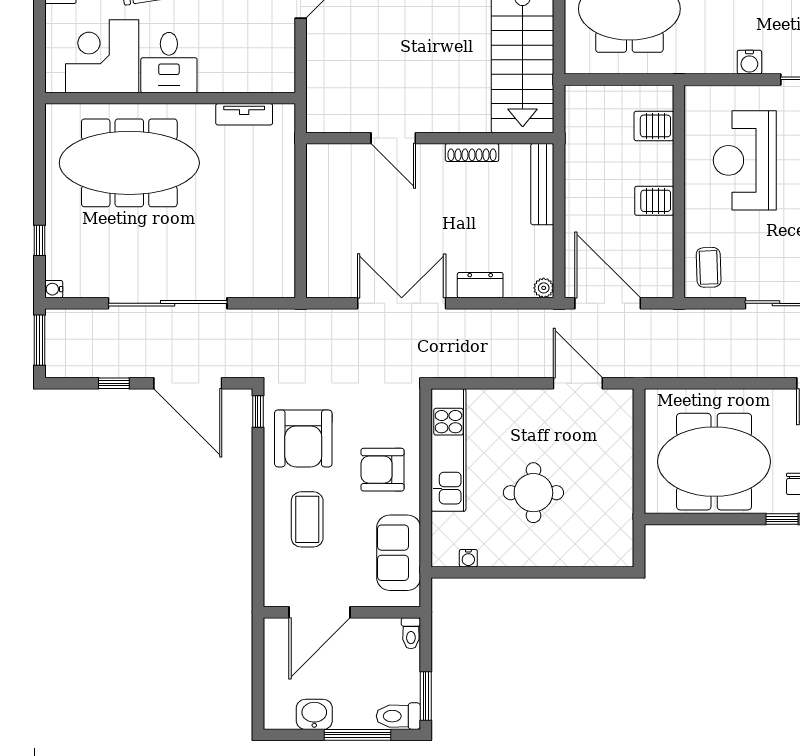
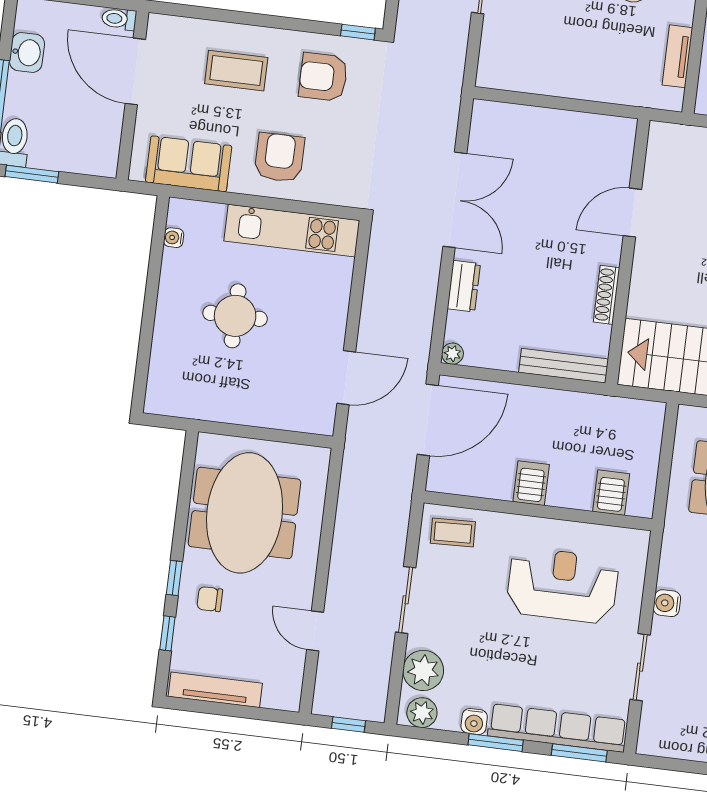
armchair: (303, 438) -> (323, 77), width x0.73, depth x0.73
toilet: (411, 633) -> (119, 19), moved

